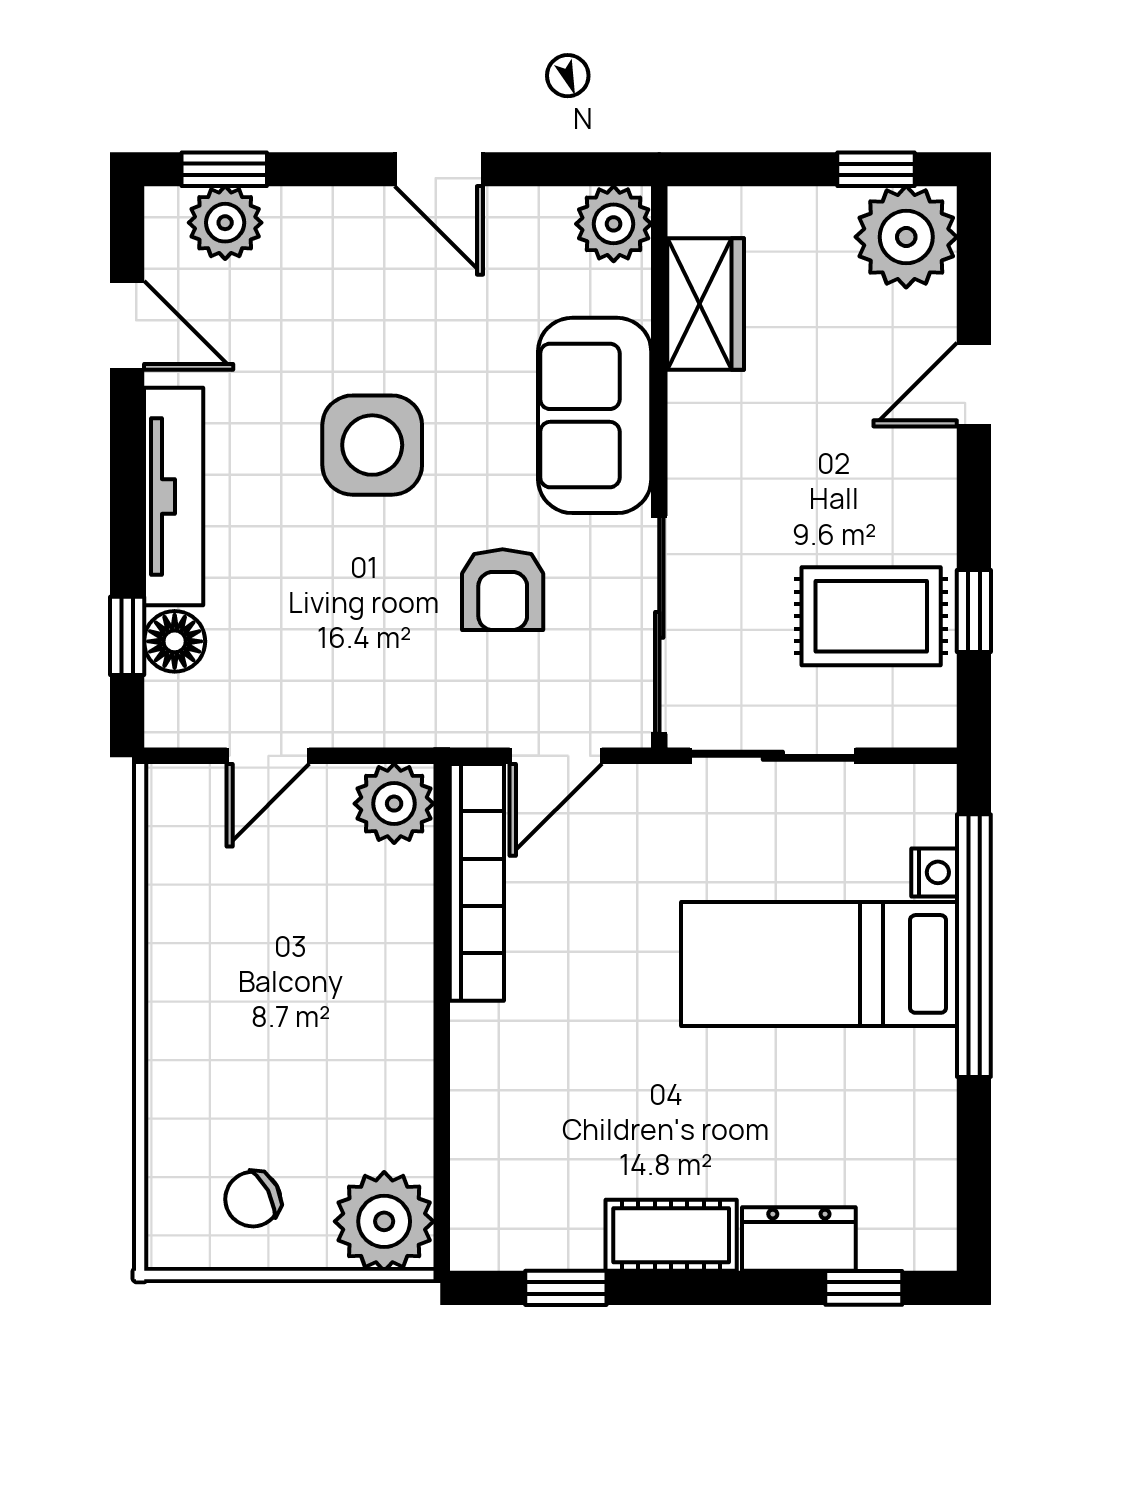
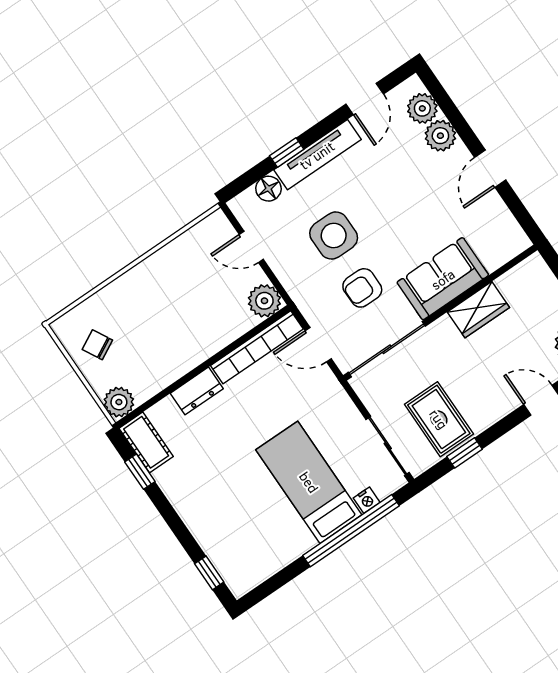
window: (224, 169) -> (440, 96), removed
plant: (614, 224) -> (440, 136), moved
wardrobe: (706, 304) -> (478, 310), moved
side table: (372, 445) -> (334, 236), moved
window: (127, 636) -> (287, 153), moved
sliding door: (773, 756) -> (388, 446), moved
plant: (384, 1221) -> (119, 402), width x0.73, depth x0.73
cot: (671, 1235) -> (146, 442), moved
dresser: (799, 1239) -> (197, 391), moved, turned 90

